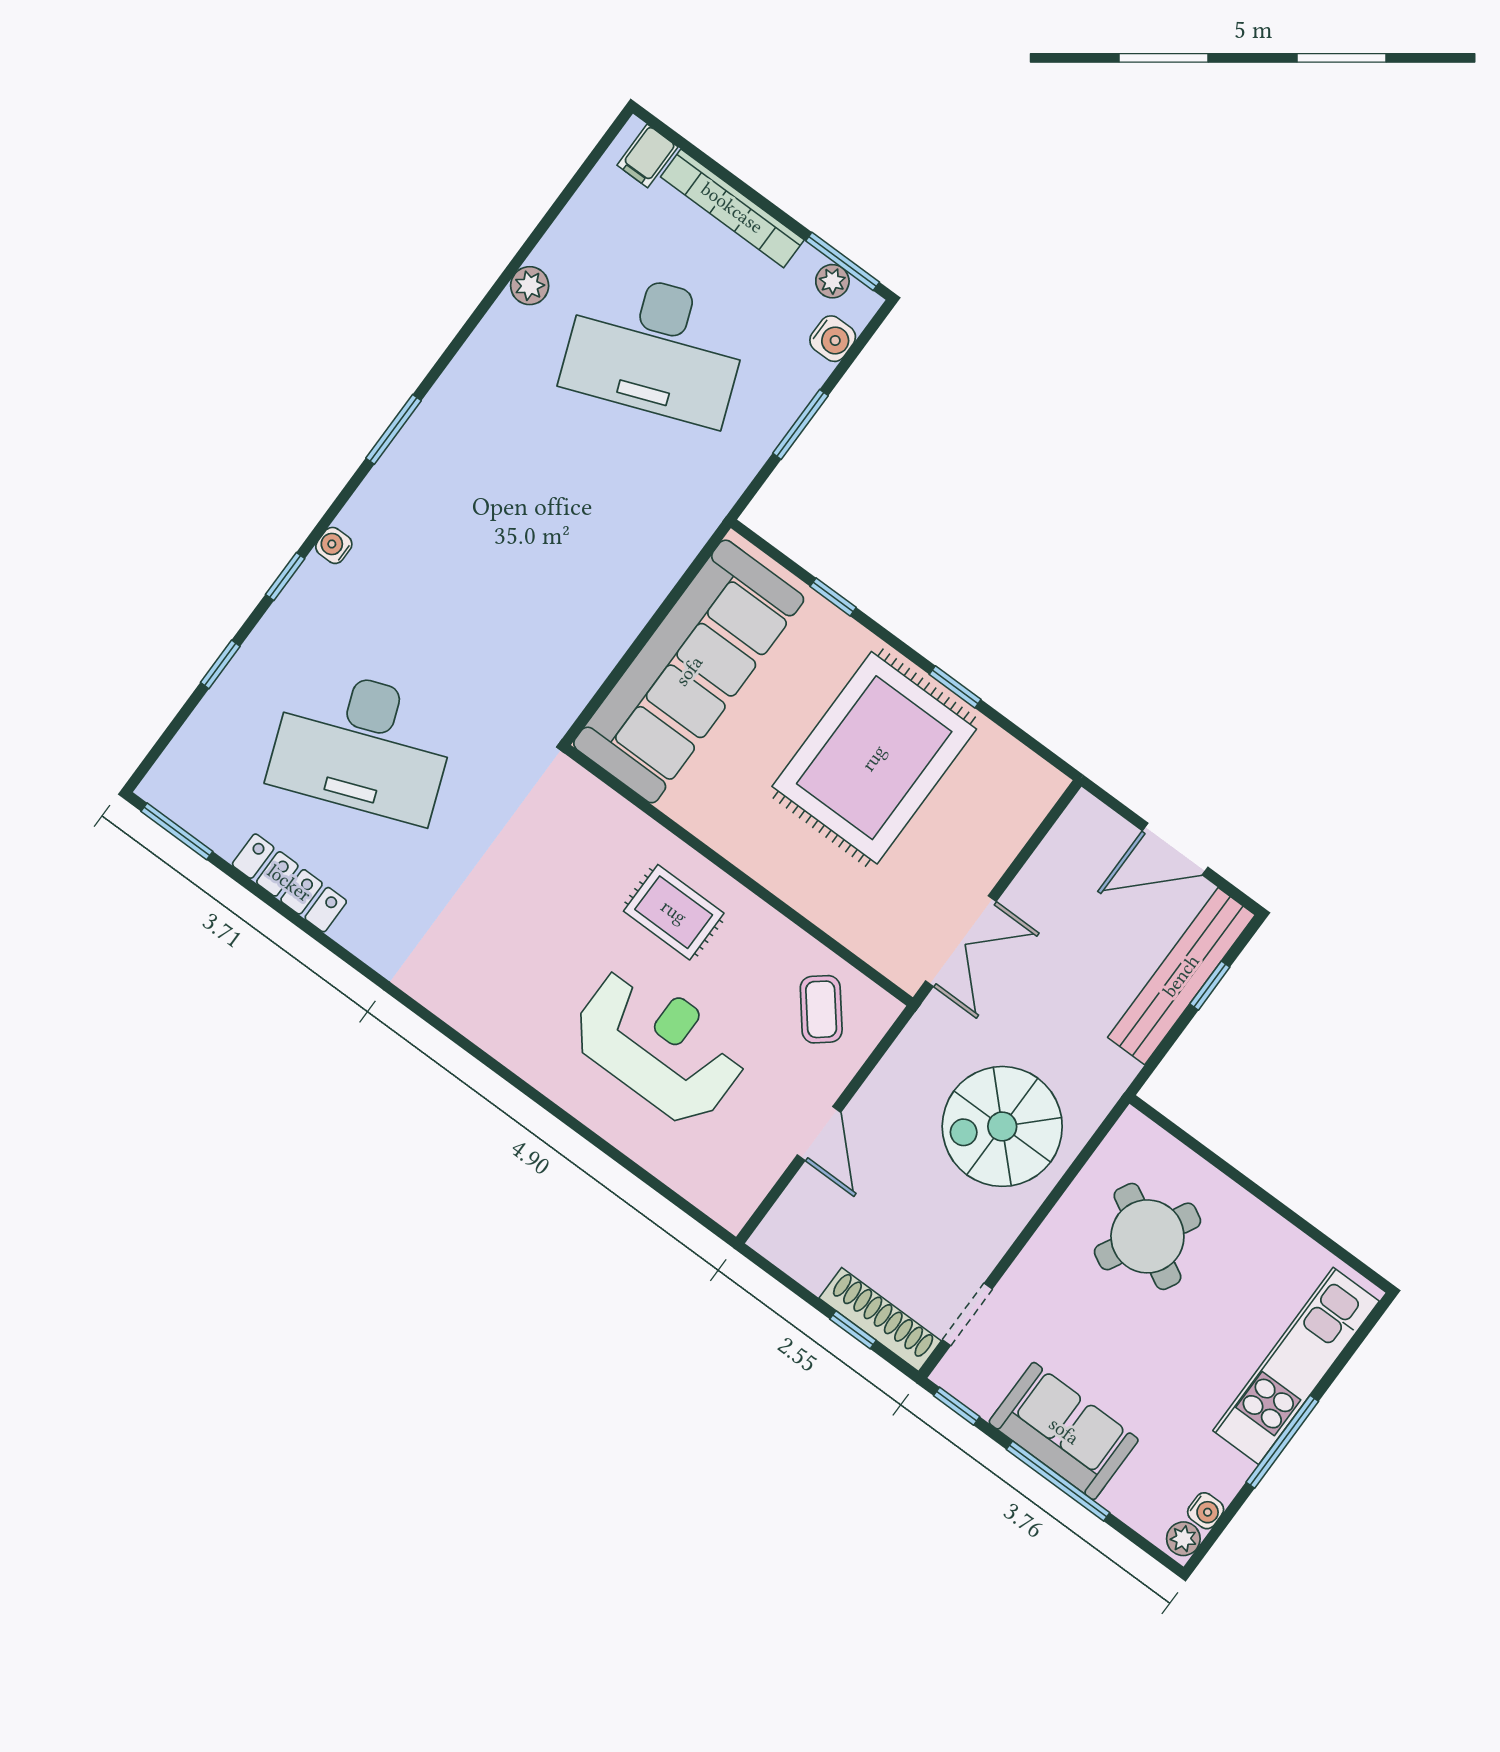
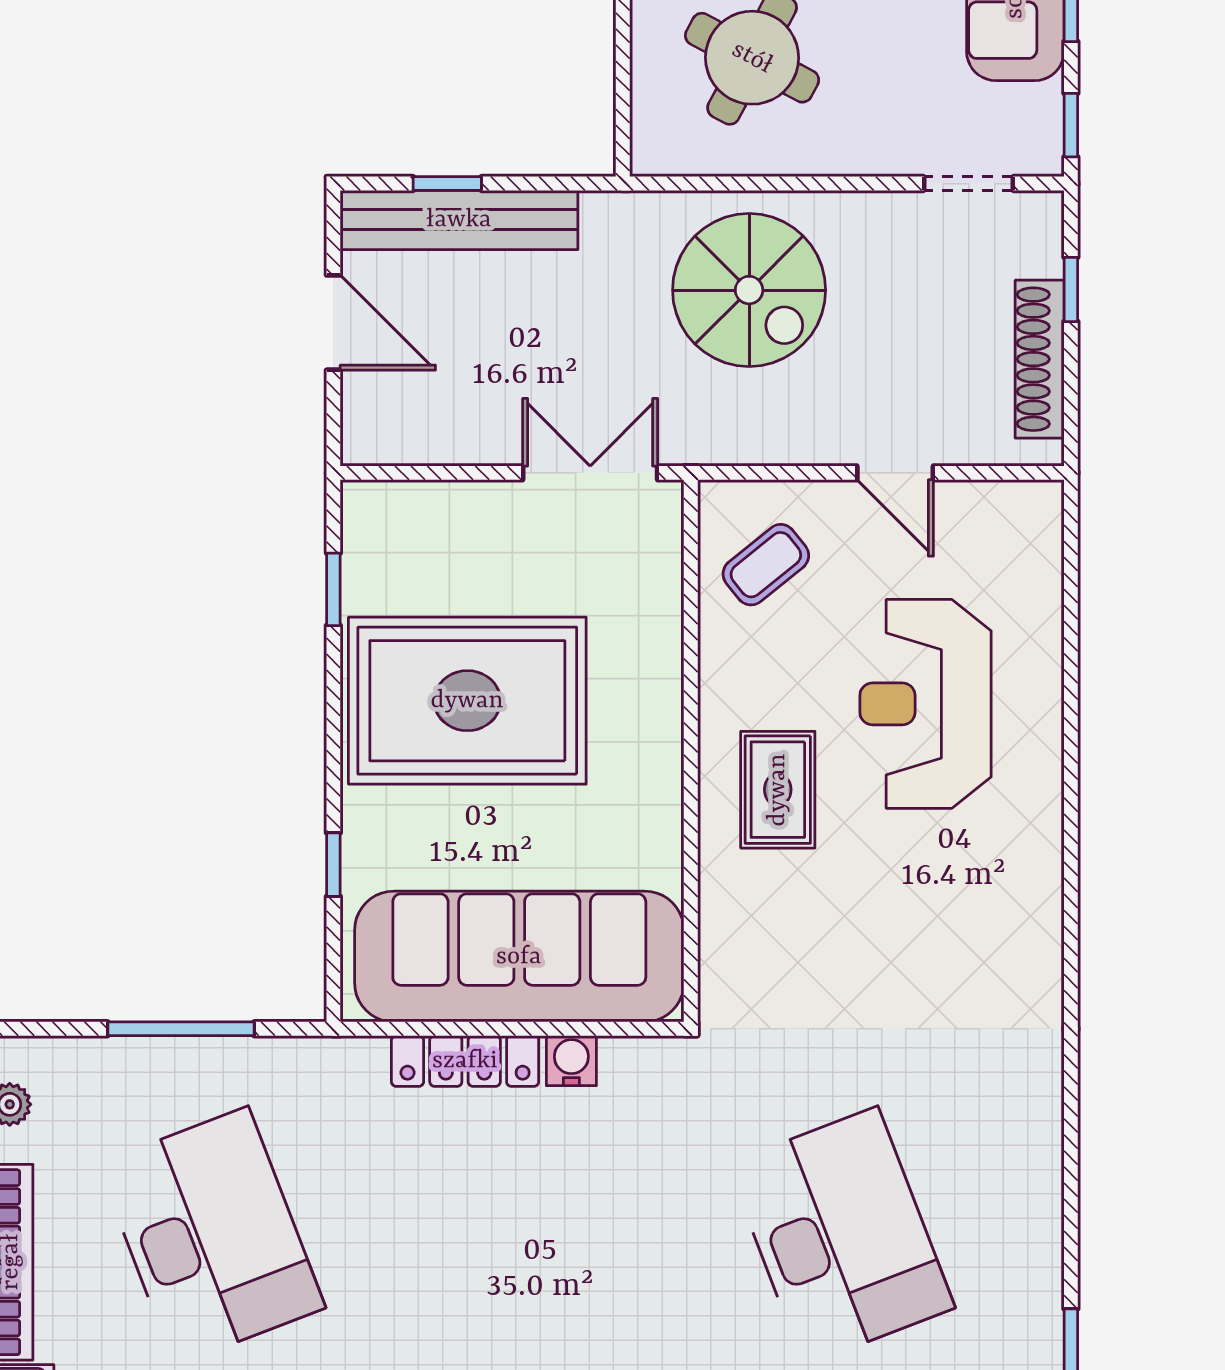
water cooler: (833, 339) -> (571, 1061), moved
window: (800, 424) -> (181, 1029), width x1.44
window: (955, 687) -> (333, 589), moved
locker: (289, 883) -> (465, 1061), moved, turned -90
door: (819, 1134) -> (895, 473), swing flipped
shoe rack: (880, 1319) -> (1040, 359), moved

